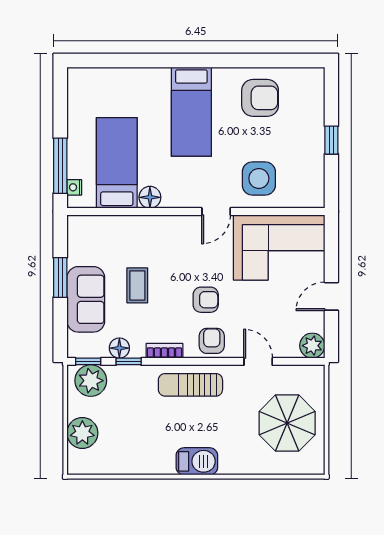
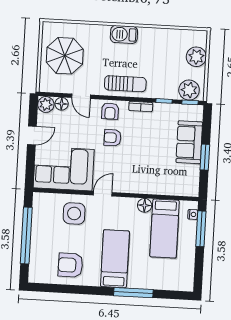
window: (160, 61) -> (133, 293), added
window: (331, 140) -> (26, 236), width x3.17
coffee table: (137, 285) -> (156, 149), removed
floor lamp: (119, 348) -> (62, 104), moved

